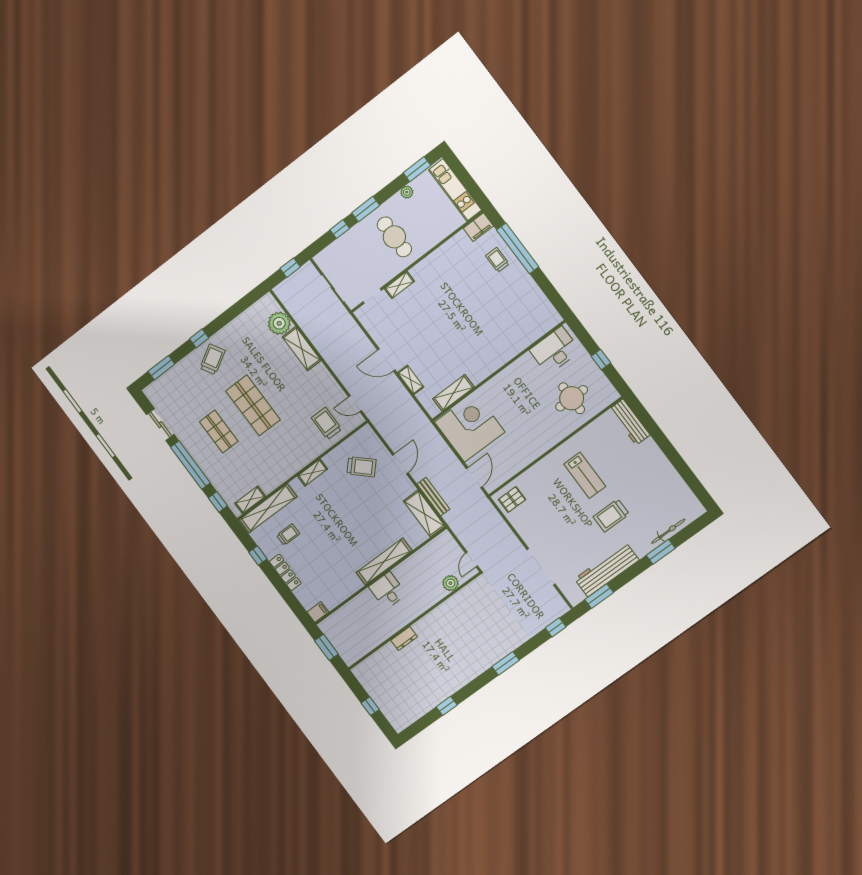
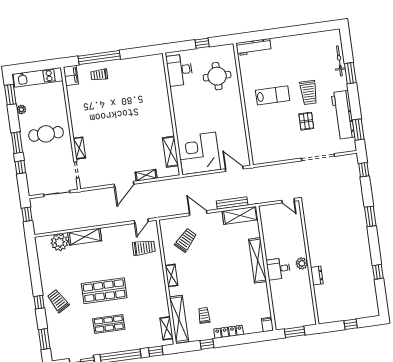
trolley: (326, 423) -> (144, 248), turned 180
pallet: (512, 499) -> (306, 121), moved
plant: (450, 583) -> (302, 263), moved

